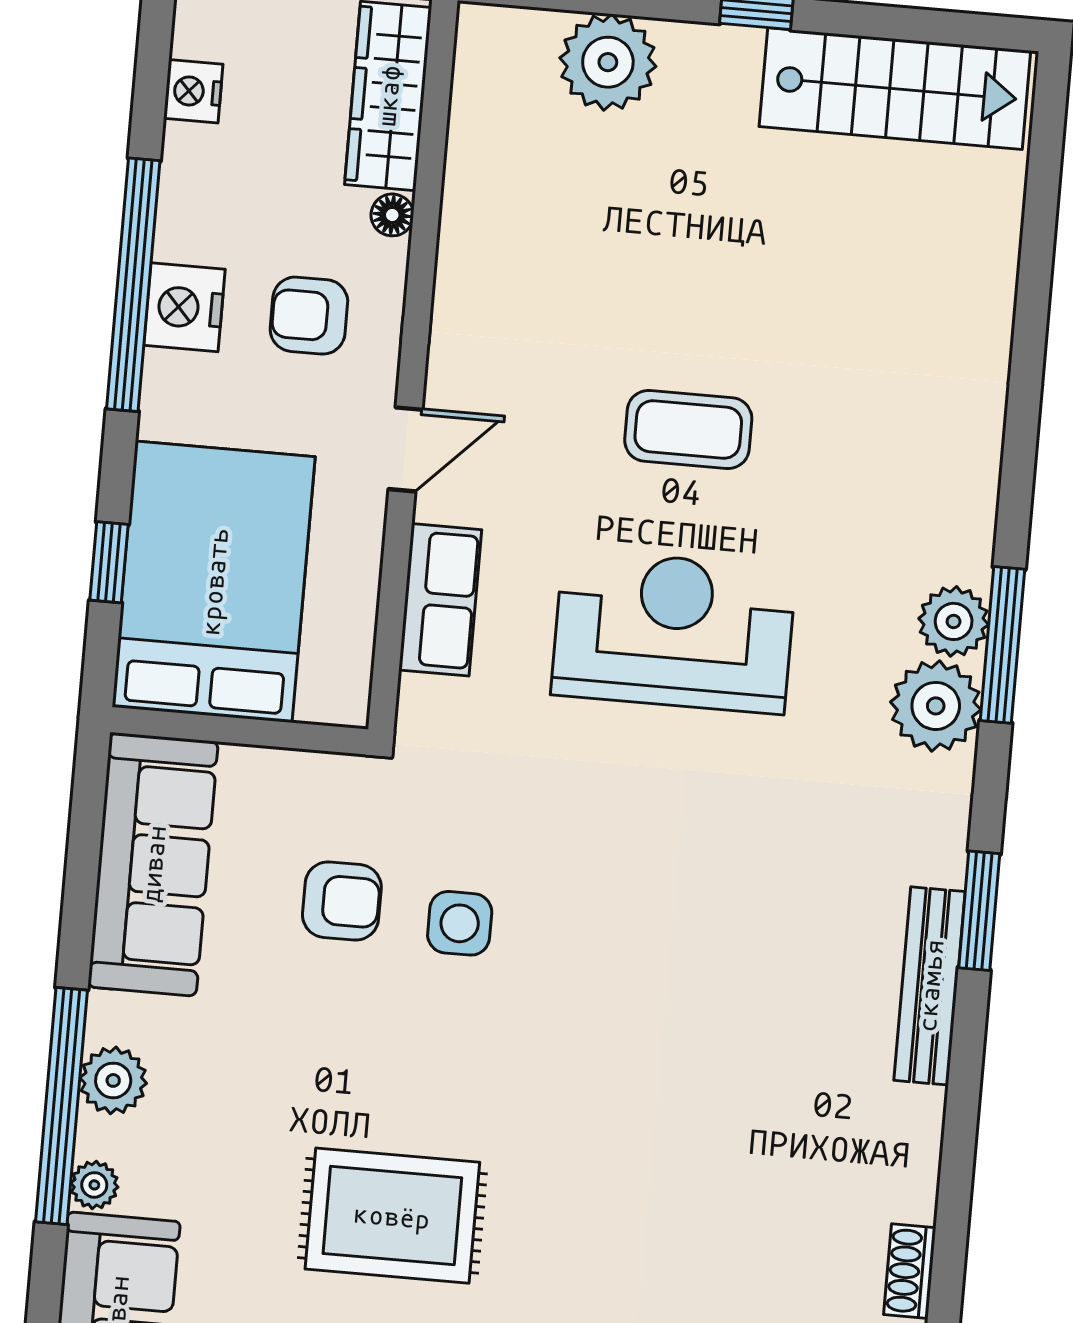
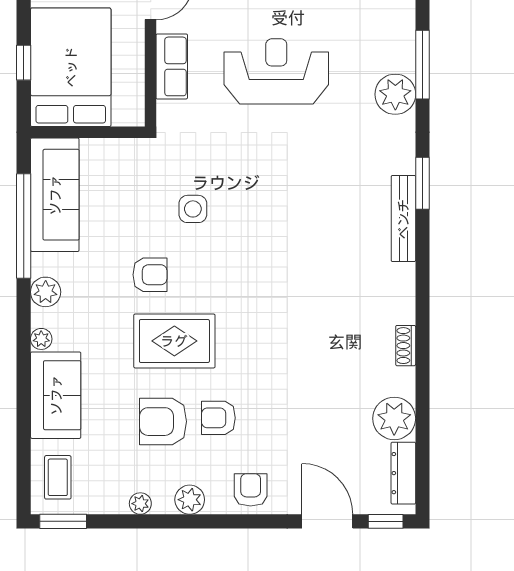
plant: (954, 621) -> (400, 56), removed
armchair: (342, 901) -> (150, 275), moved
window: (61, 1106) -> (24, 226), moved

